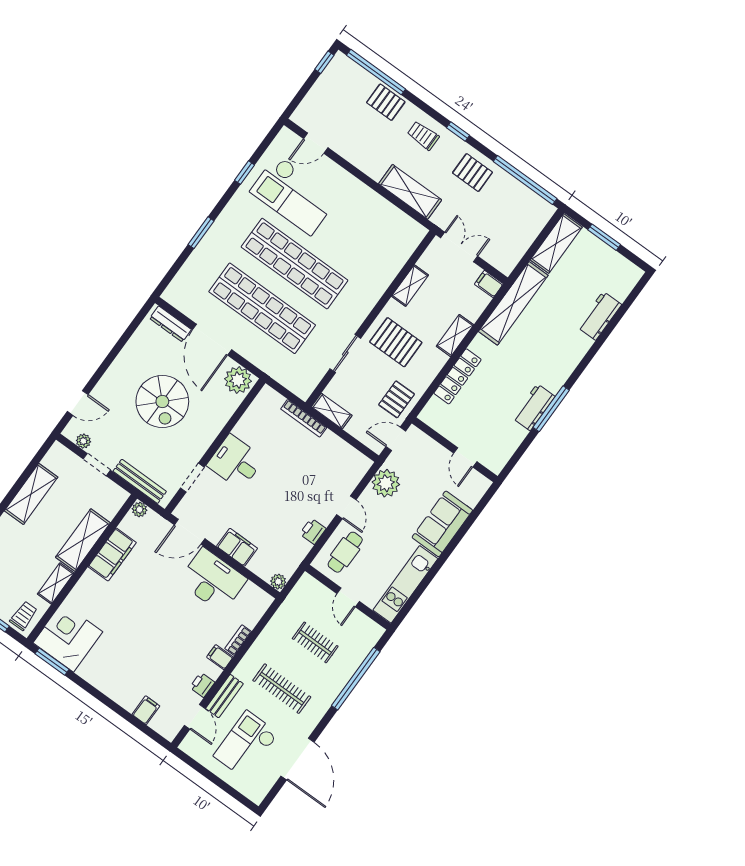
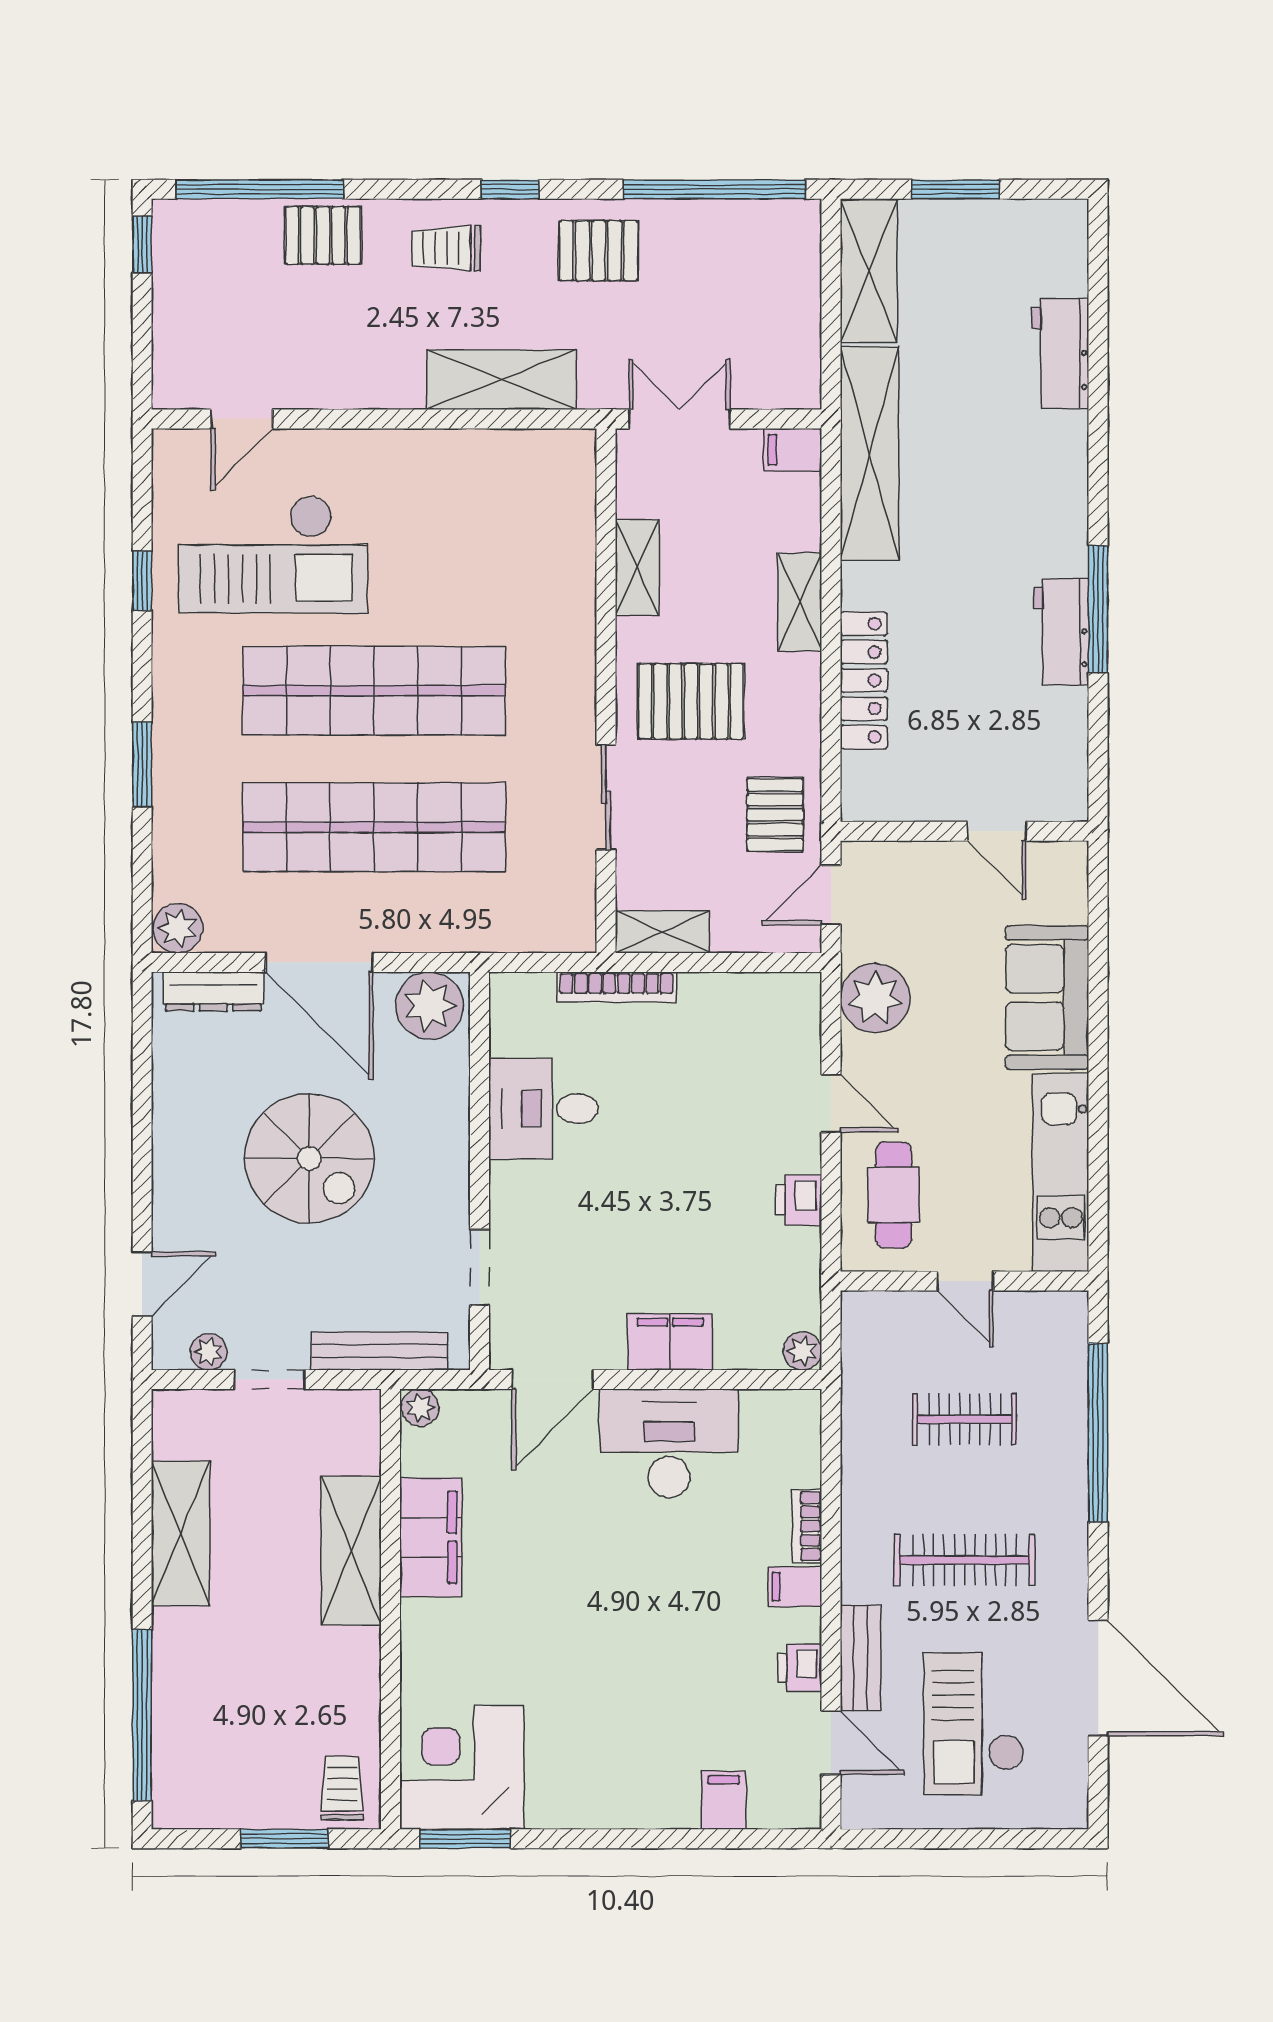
plant: (174, 295) -> (178, 928), added
desk: (235, 462) -> (543, 1109), moved
shelving: (56, 583) -> (360, 1677), removed

